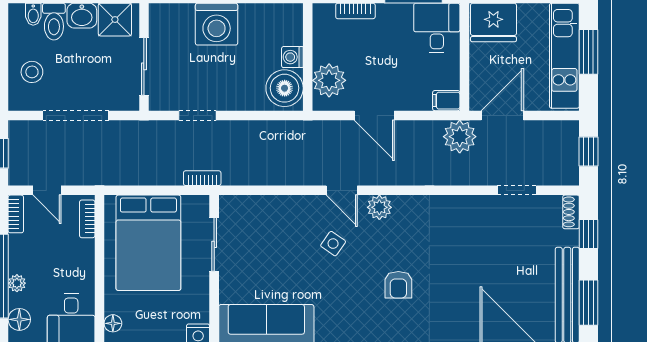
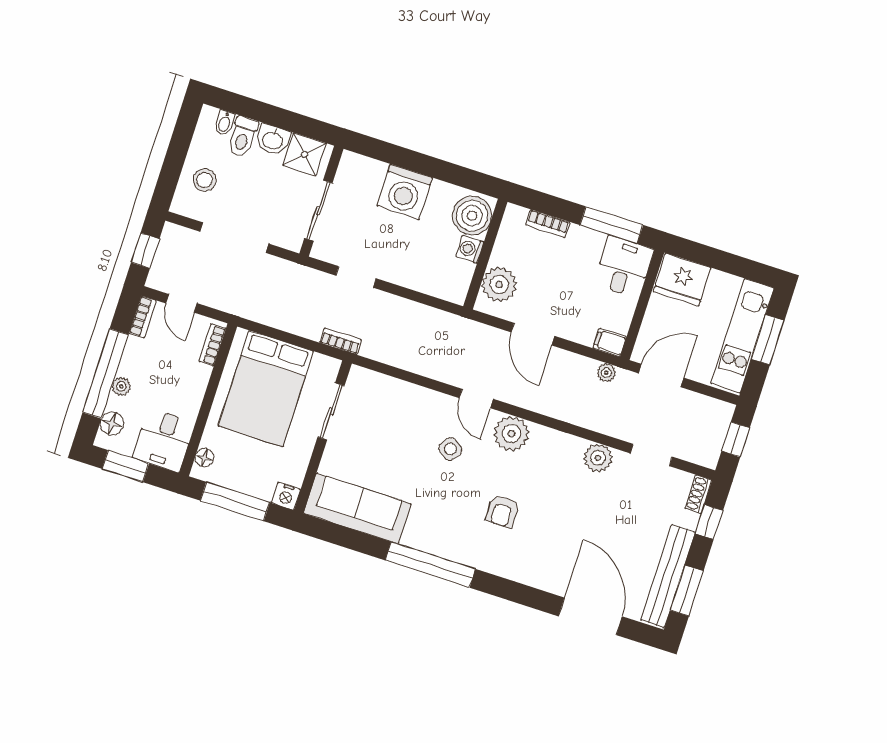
boiler: (285, 88) -> (472, 216), moved
plant: (460, 137) -> (606, 373), width x0.53, depth x0.53
plant: (379, 207) -> (511, 434), width x1.36, depth x1.36
plant: (469, 208) -> (598, 458), added

